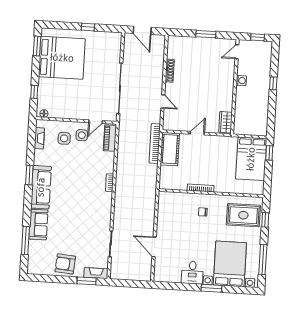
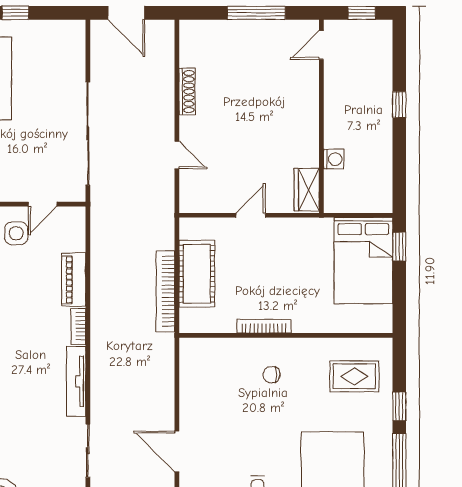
window: (206, 34) -> (256, 13), width x1.44
washing machine: (241, 81) -> (334, 159), moved
piano: (110, 138) -> (74, 280), moved
bookcase: (155, 143) -> (165, 291), moved
cot: (170, 149) -> (197, 274), moved
tv unit: (107, 210) -> (76, 381), added
rug: (243, 215) -> (354, 376), width x0.73, depth x0.70
window: (265, 220) -> (399, 406), moved

